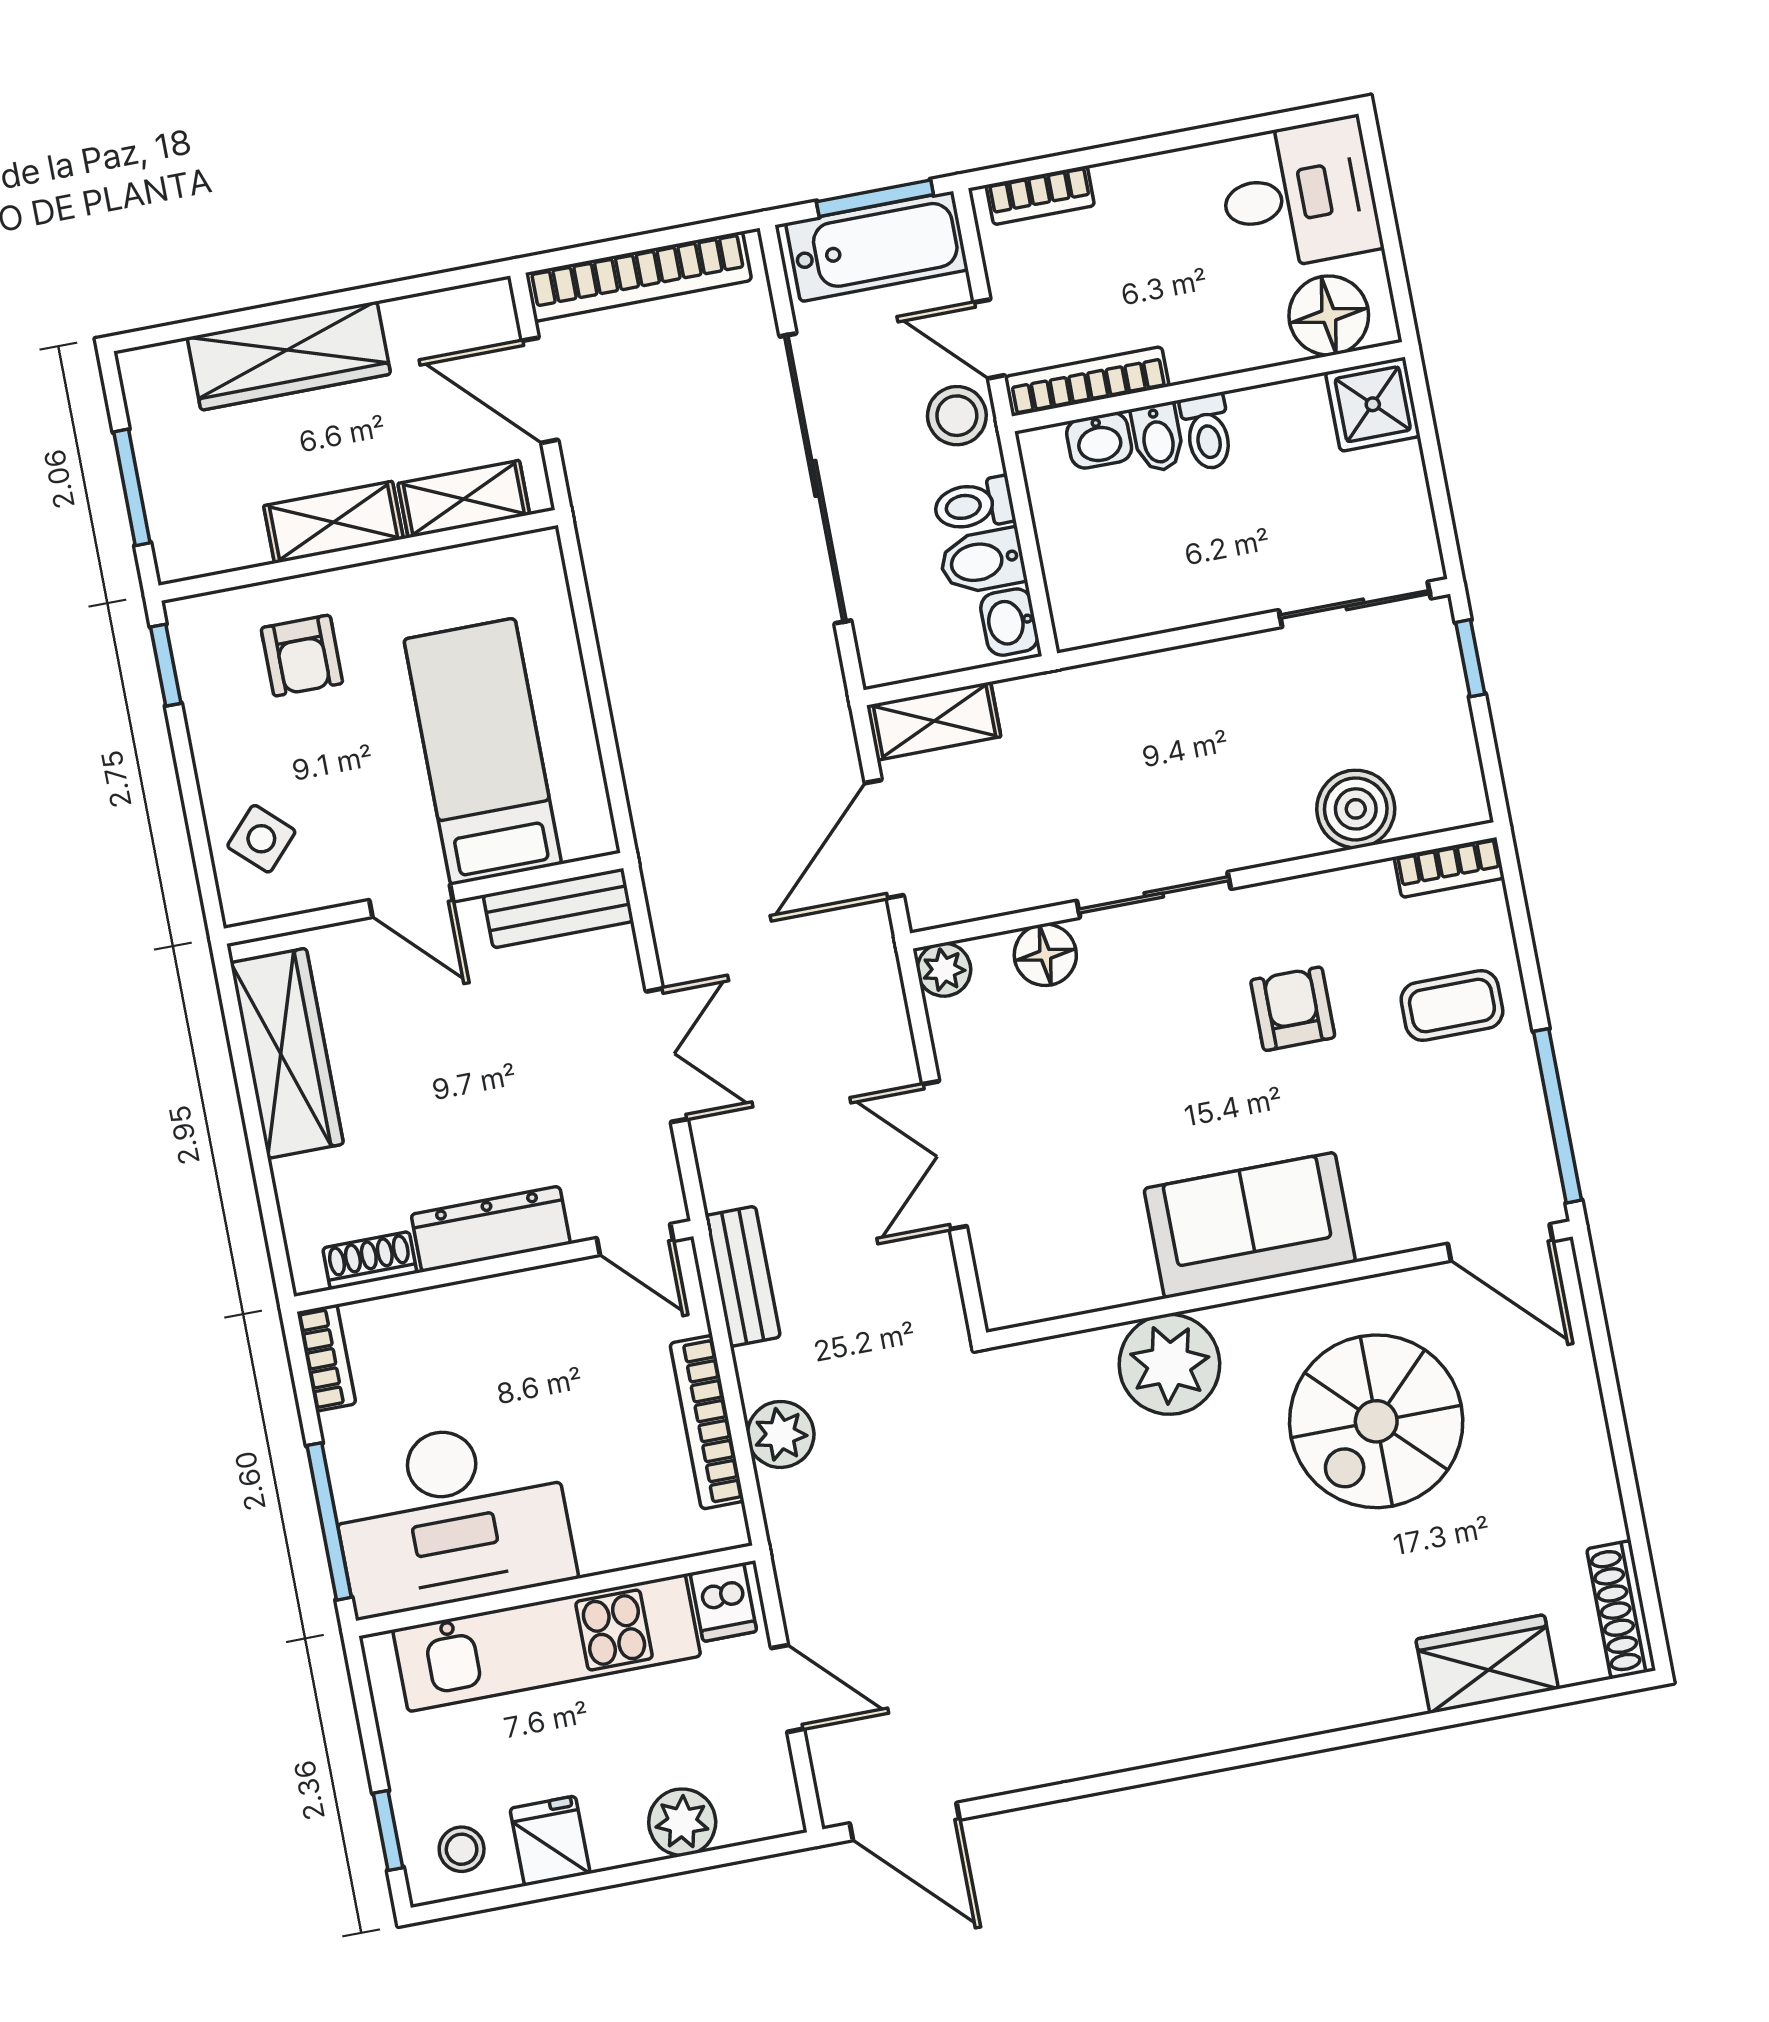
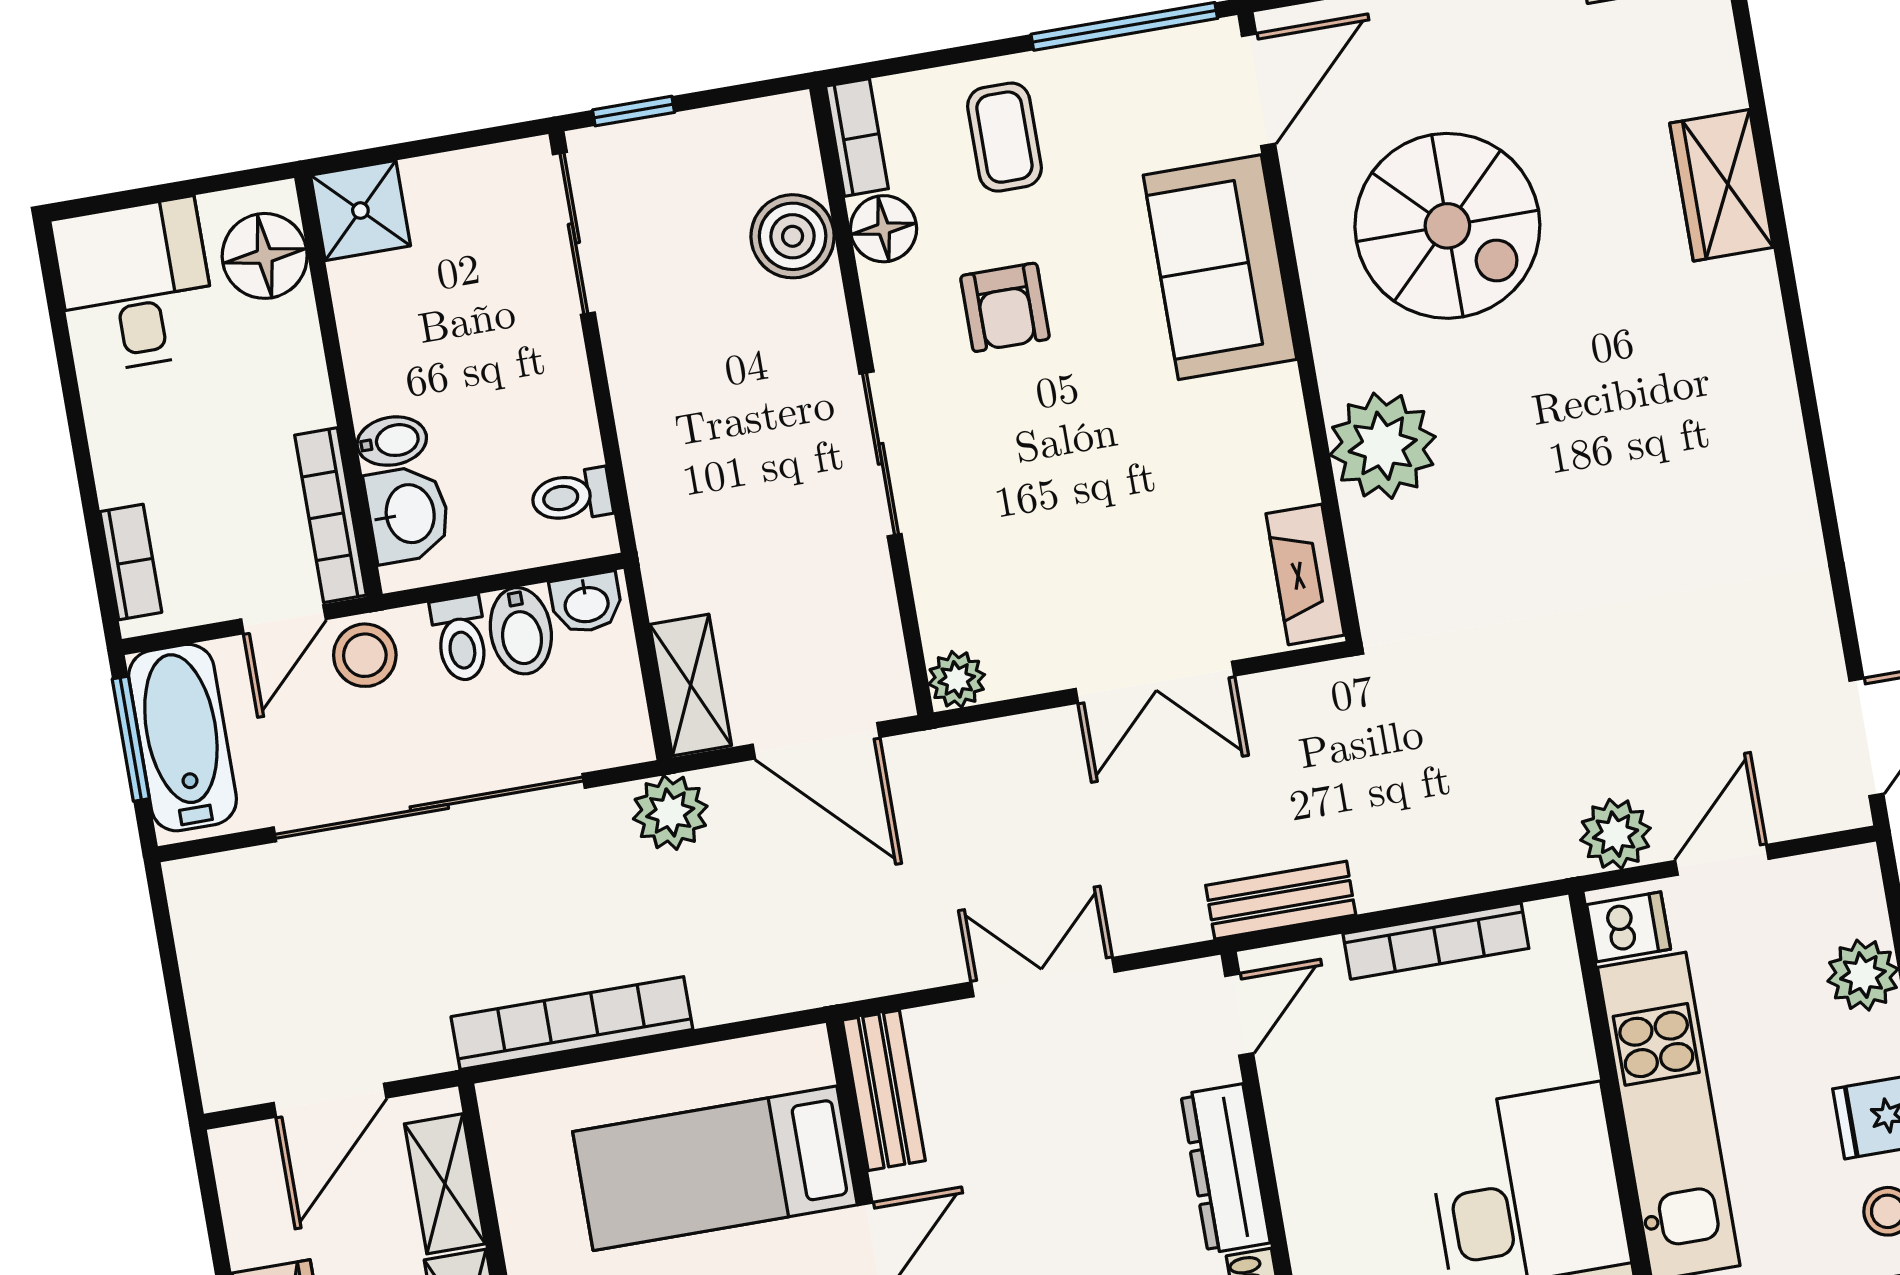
bookcase: (639, 277) -> (572, 1023), moved, turned -90
toilet: (1207, 432) -> (571, 496), moved, turned 180
washbasin: (1099, 441) -> (408, 514), width x1.38, depth x1.45
plant: (815, 704) -> (670, 812), added
floor lamp: (1045, 955) -> (884, 229), moved
armchair: (1293, 1009) -> (1005, 307), turned -90
sofa: (1250, 1225) -> (1220, 267), moved
fireplace: (1048, 1294) -> (1305, 574), added
plant: (781, 1434) -> (1615, 834), moved
wardrobe: (1487, 1664) -> (1722, 185), moved

